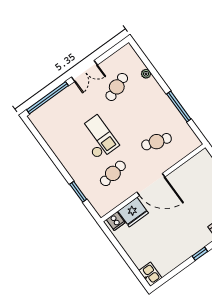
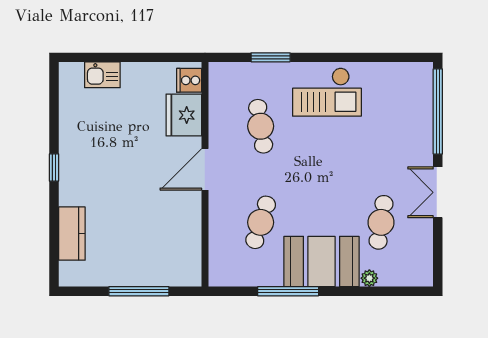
cafe table: (117, 87) -> (381, 222), turned 30
booth: (154, 101) -> (322, 261), added
checkout: (98, 138) -> (327, 92), moved
door: (151, 184) -> (205, 169), width x0.73
kitchen sink: (150, 274) -> (102, 75), moved

